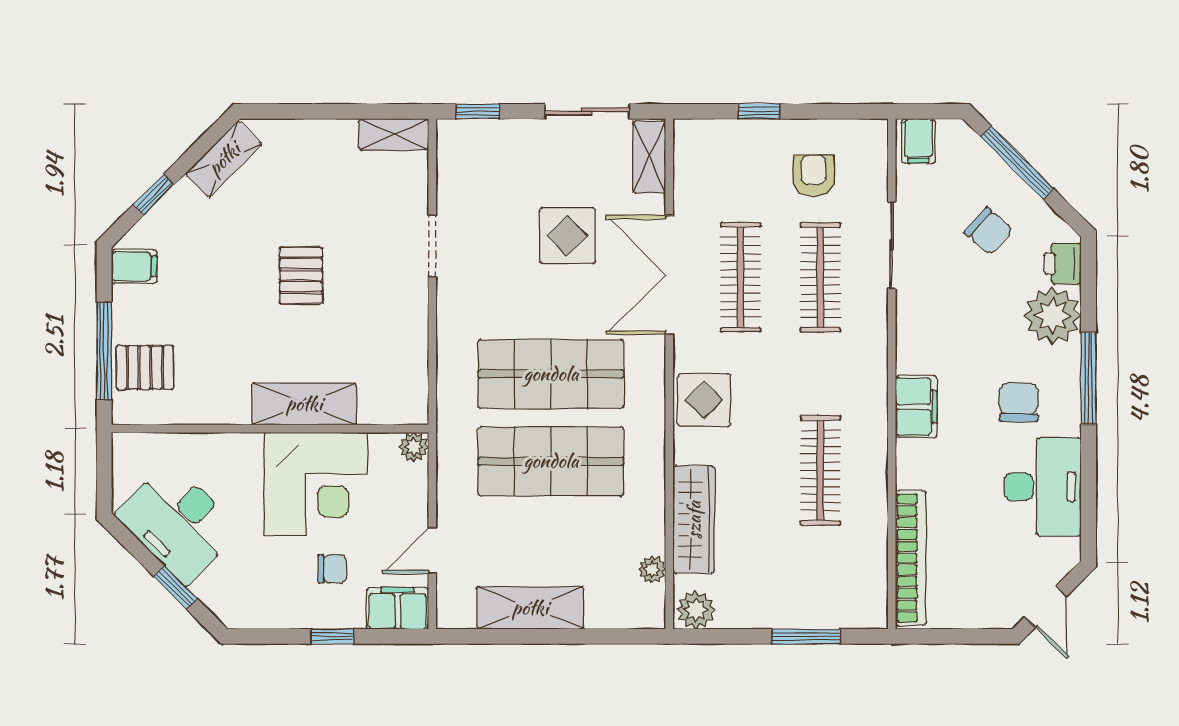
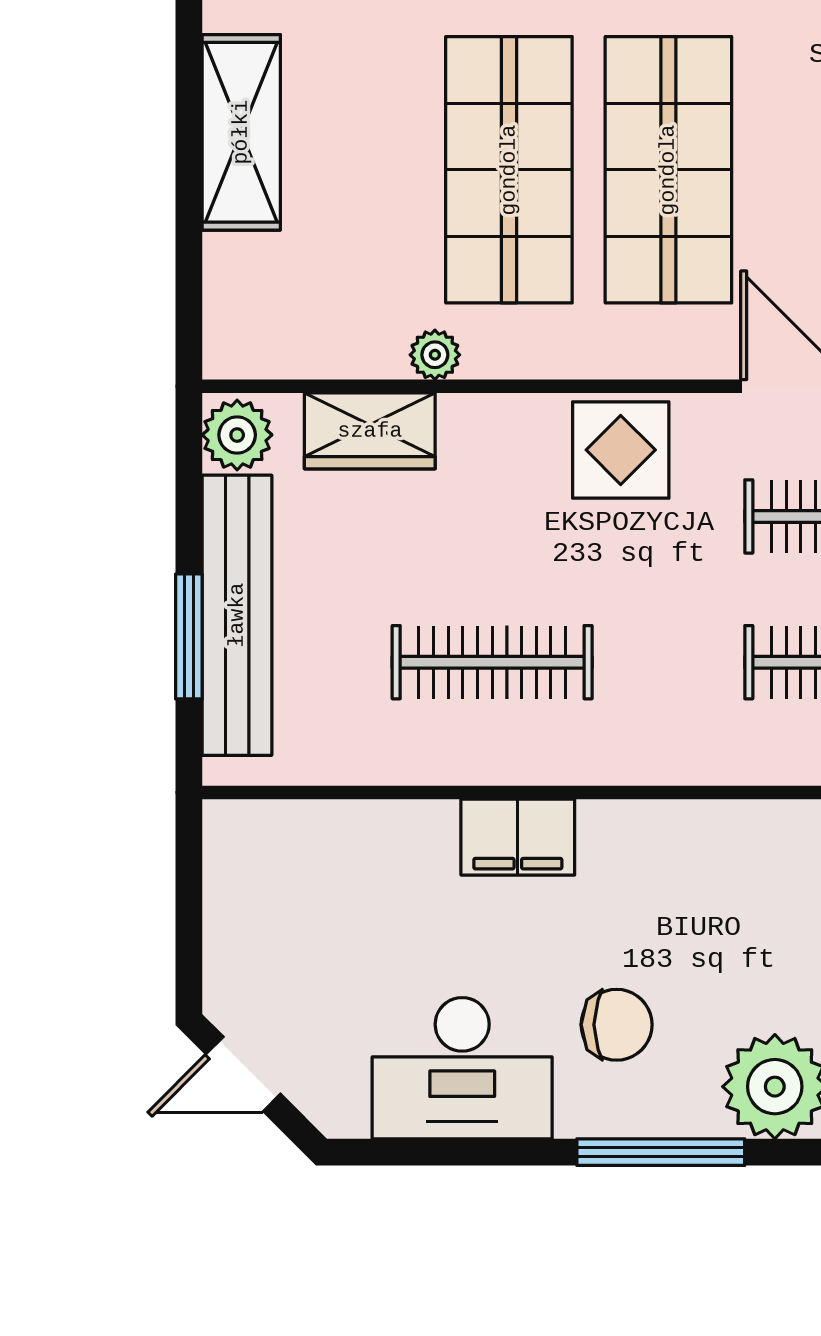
filing cabinet: (916, 407) -> (518, 837), moved
wardrobe: (694, 520) -> (370, 431), width x0.67
bookcase: (911, 558) -> (332, 827), removed
plant: (652, 569) -> (435, 355), moved
bench: (795, 610) -> (237, 615), added

